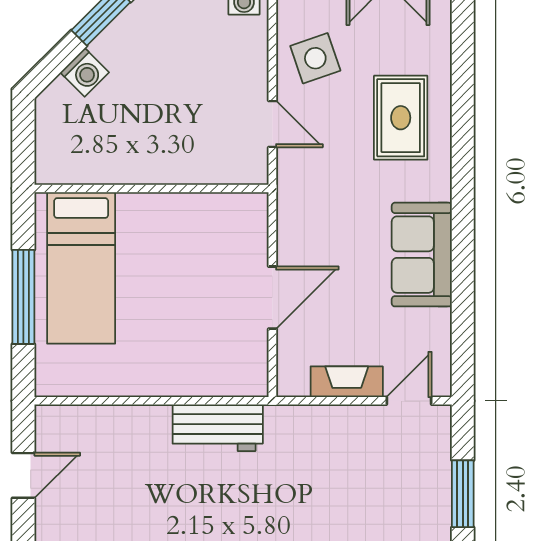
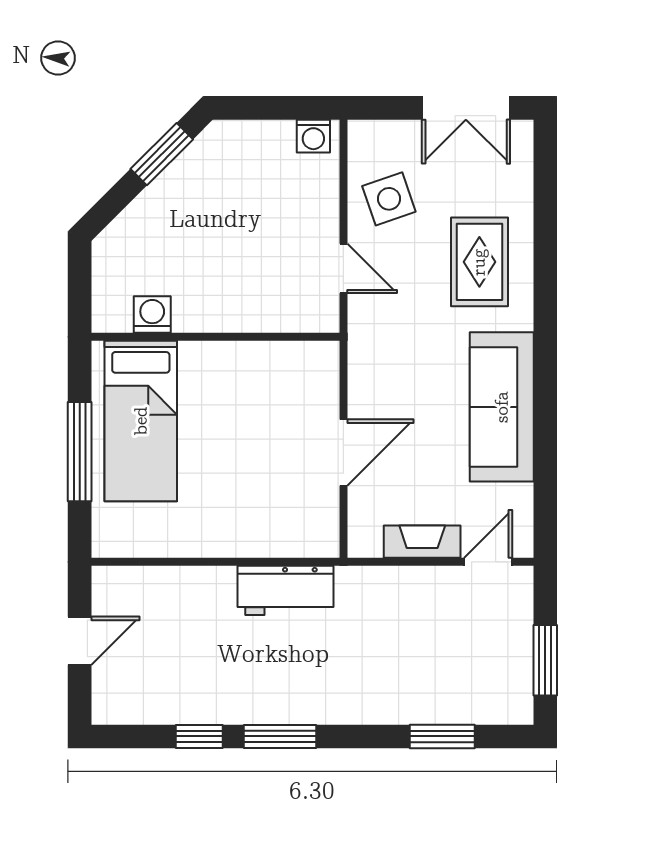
washing machine: (85, 72) -> (152, 315), moved, turned -135
sofa: (422, 255) -> (502, 407), width x1.36

